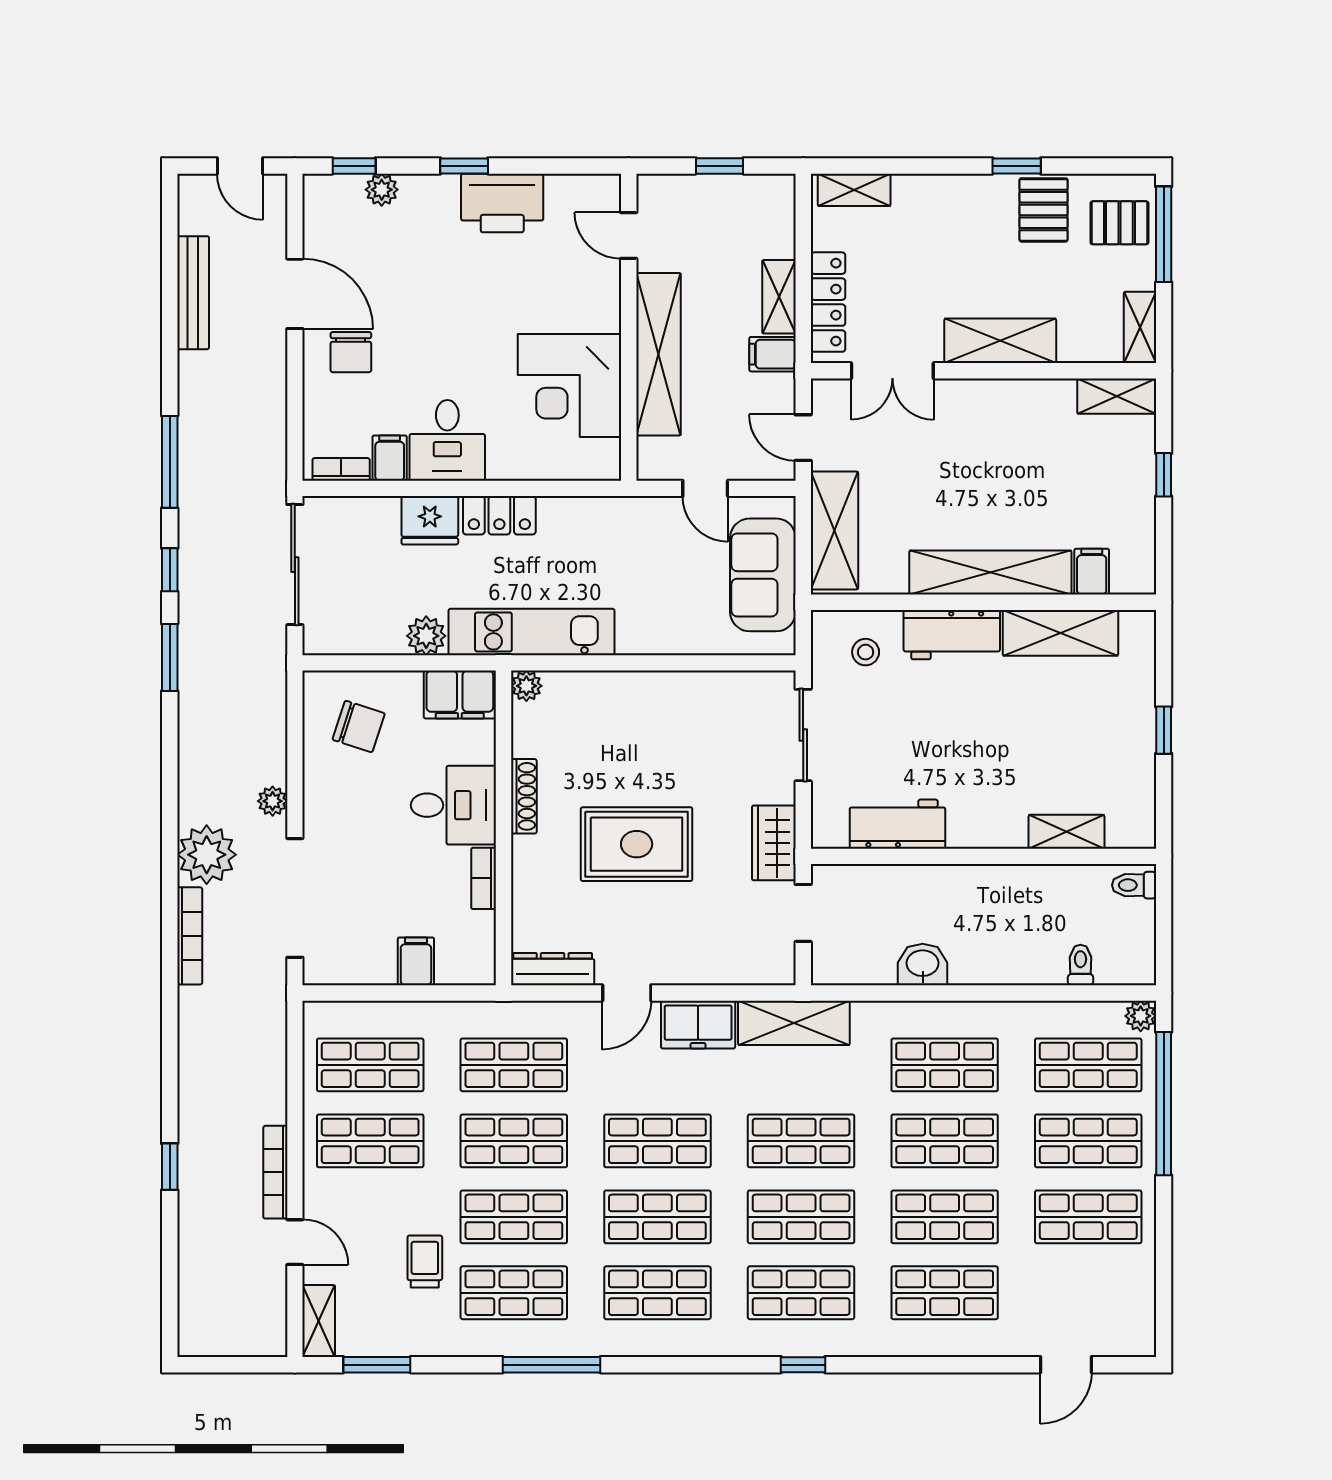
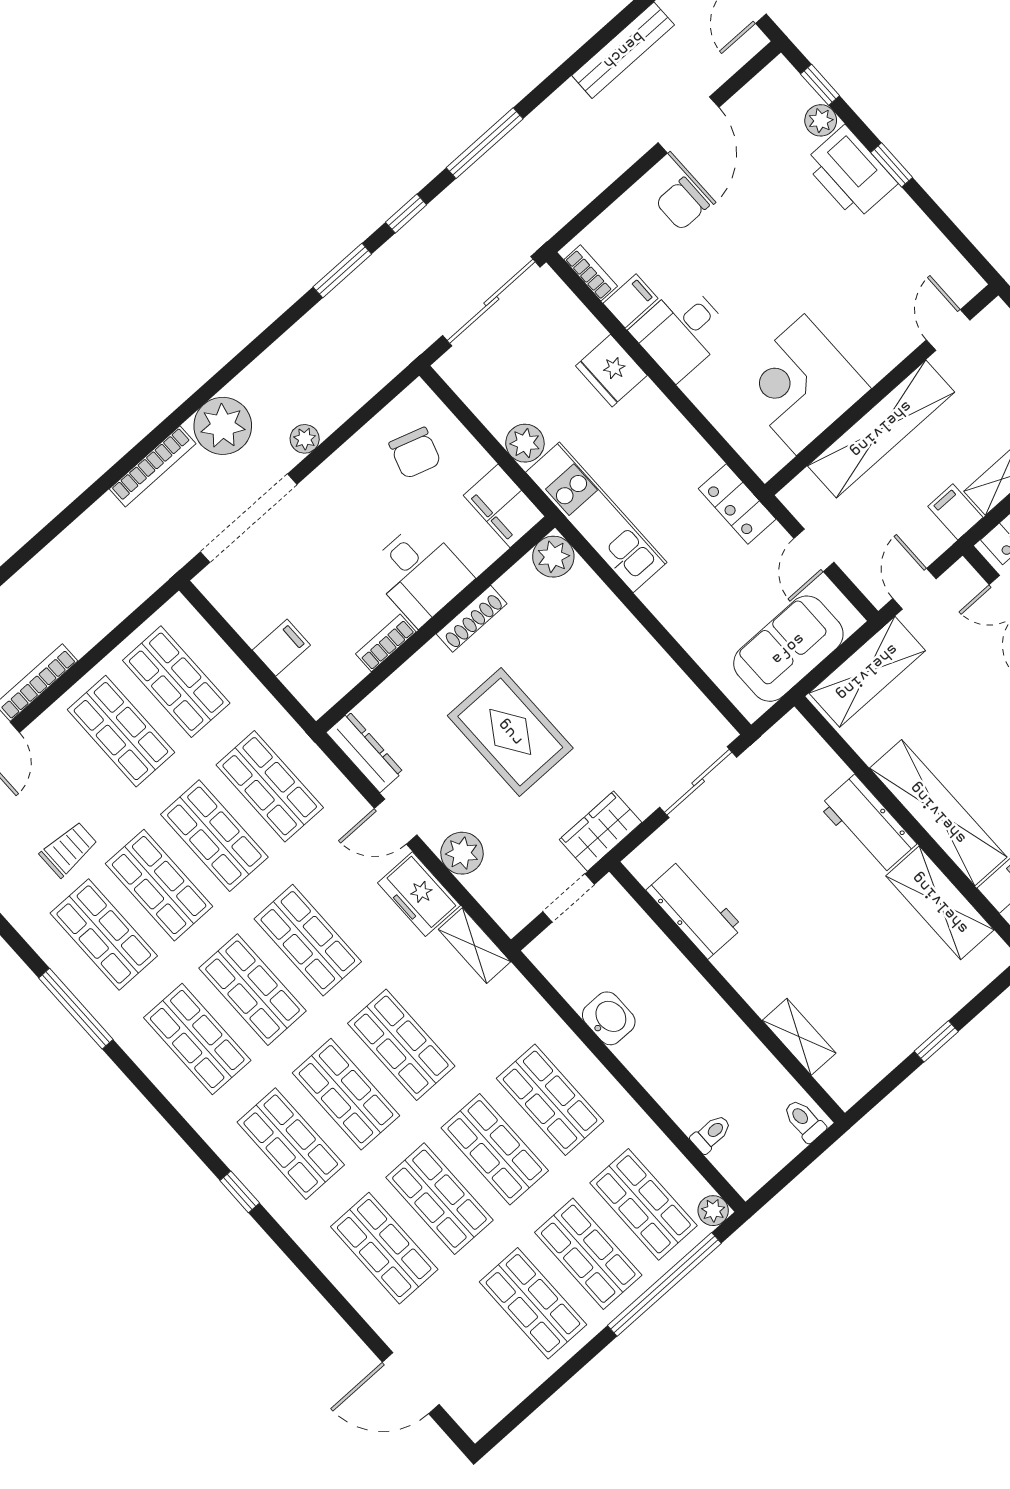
printer: (502, 203) -> (850, 173), moved
locker: (499, 515) -> (737, 504), moved
stool: (866, 652) -> (799, 774), removed
plant: (526, 686) -> (553, 557), width x1.38, depth x1.38
plant: (696, 964) -> (462, 853), added
shelving: (794, 1023) -> (475, 946), width x0.67, depth x0.75
door: (1066, 1365) -> (411, 1383), width x1.38

